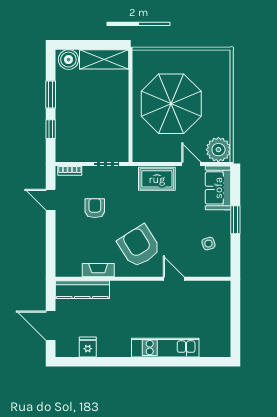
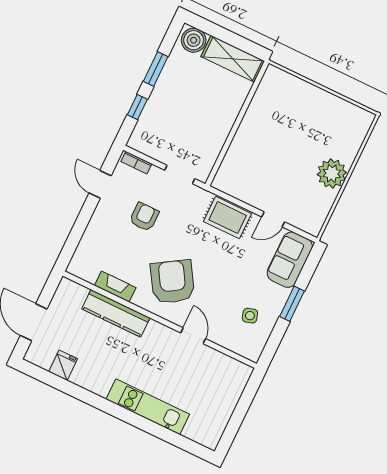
parasol: (171, 104) -> (283, 143), removed
plant: (218, 150) -> (332, 173), moved
door: (191, 164) -> (273, 219), swing flipped
kitchen counter: (82, 290) -> (116, 313), moved

